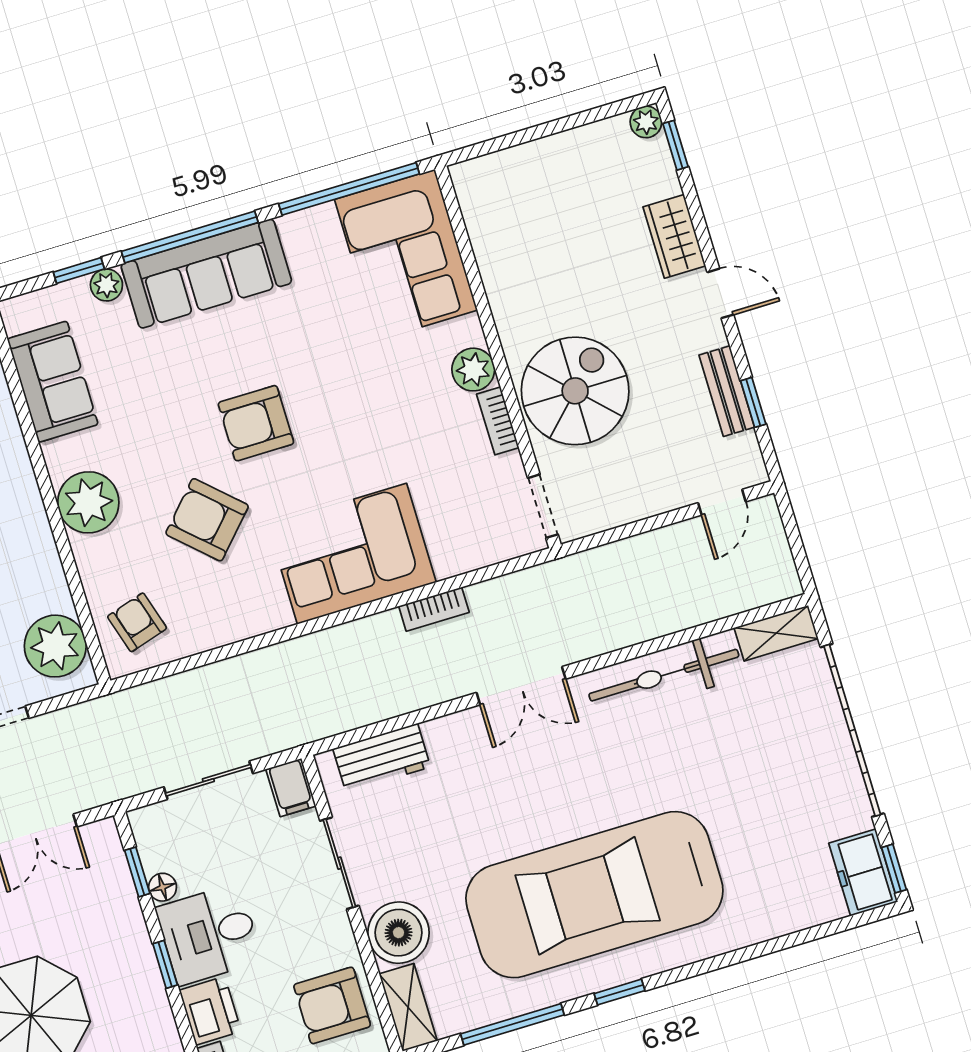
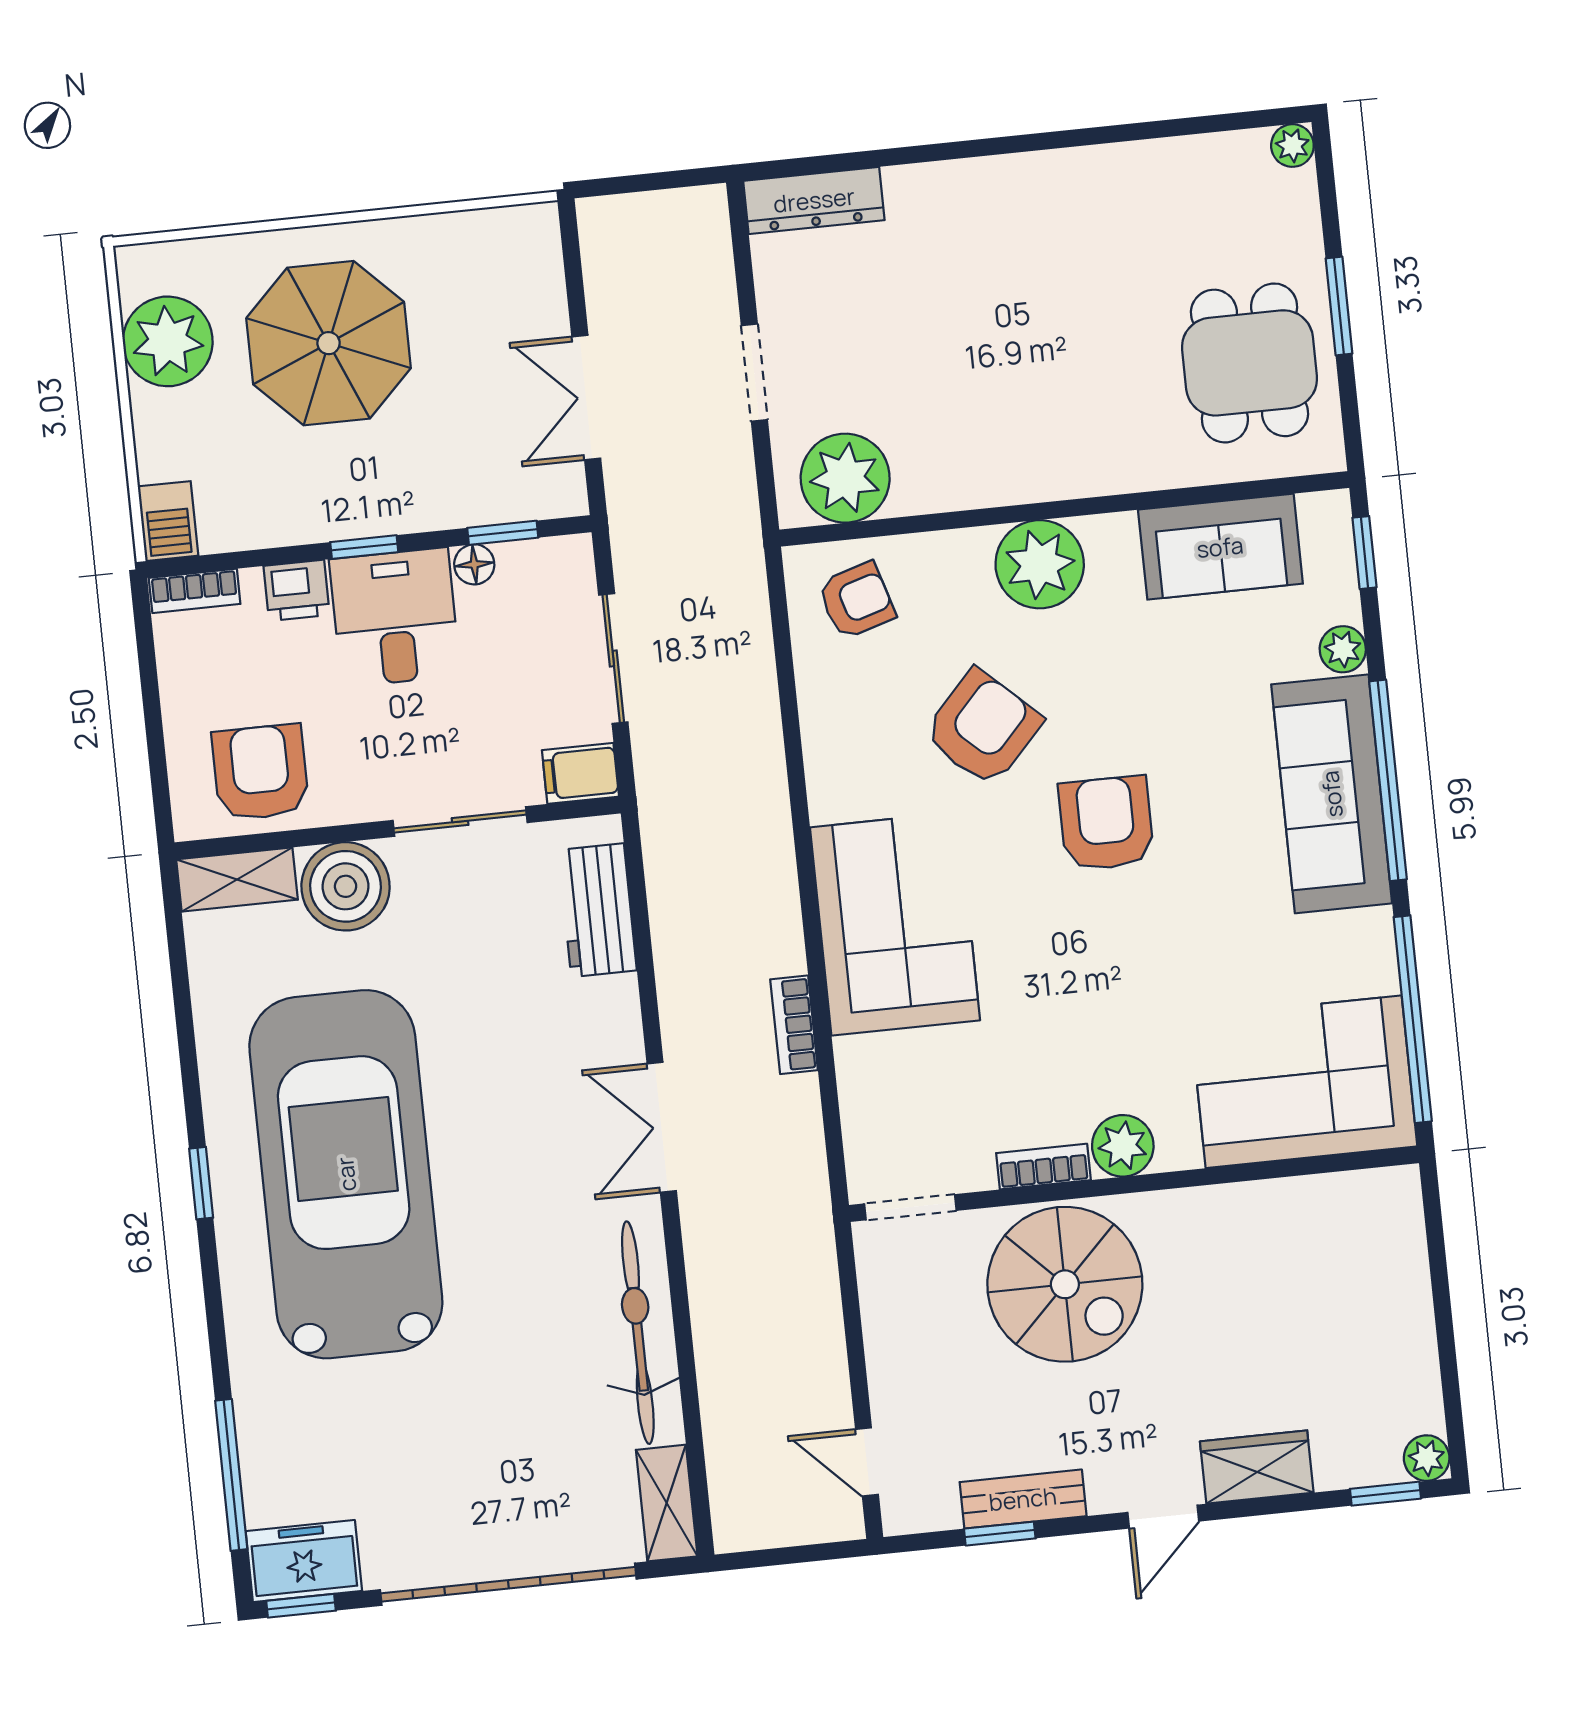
window: (79, 270) -> (1364, 553), moved
printer: (210, 1011) -> (297, 590), width x0.73, depth x0.81
window: (512, 1024) -> (231, 1475), moved

